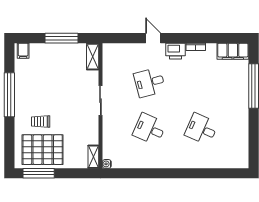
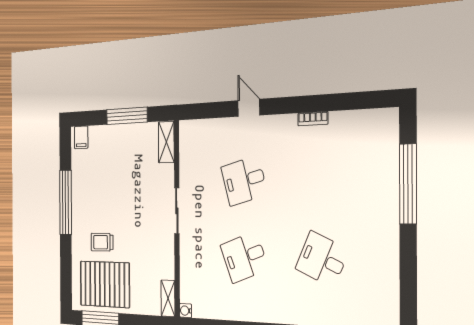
printer: (176, 51) -> (282, 127), removed
filing cabinet: (233, 51) -> (373, 123), removed
desk: (150, 129) -> (244, 257), turned -45

